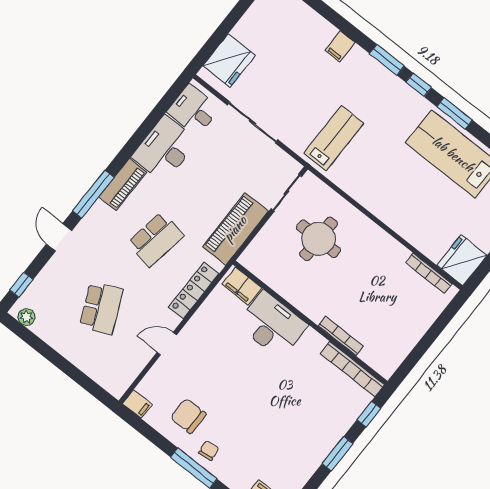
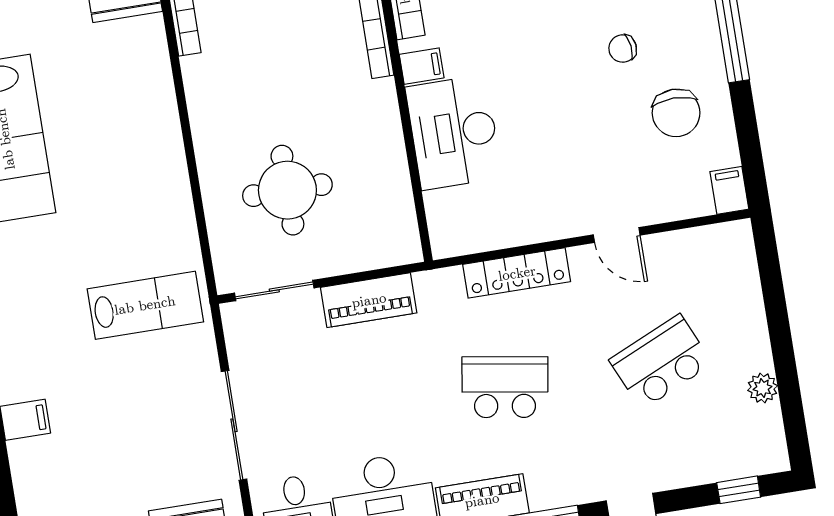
lab bench: (334, 138) -> (145, 305), turned 180
piano: (235, 229) -> (369, 300), width x0.73, depth x0.75
filing cabinet: (242, 286) -> (422, 66), moved, width x0.50
plant: (26, 317) -> (763, 388), moved
chair: (209, 451) -> (623, 48), moved

